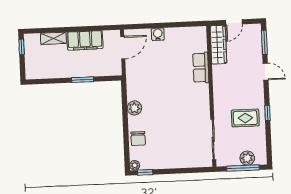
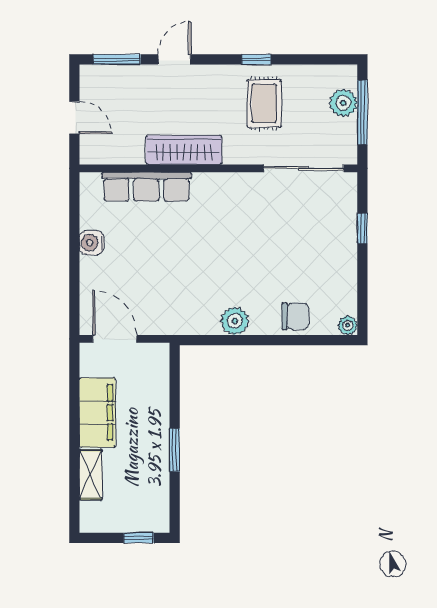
water cooler: (158, 34) -> (92, 243), moved
wardrobe: (218, 45) -> (184, 150), moved
window: (22, 47) -> (139, 538), moved
row of seats: (201, 68) -> (146, 187), width x1.48
window: (83, 80) -> (175, 450), moved
window: (145, 172) -> (362, 228), moved

